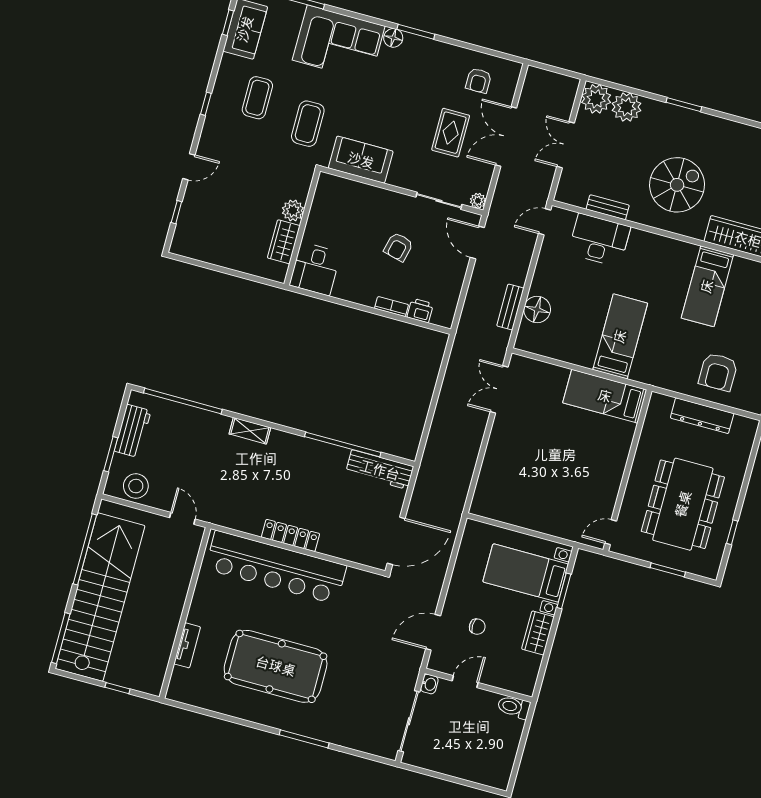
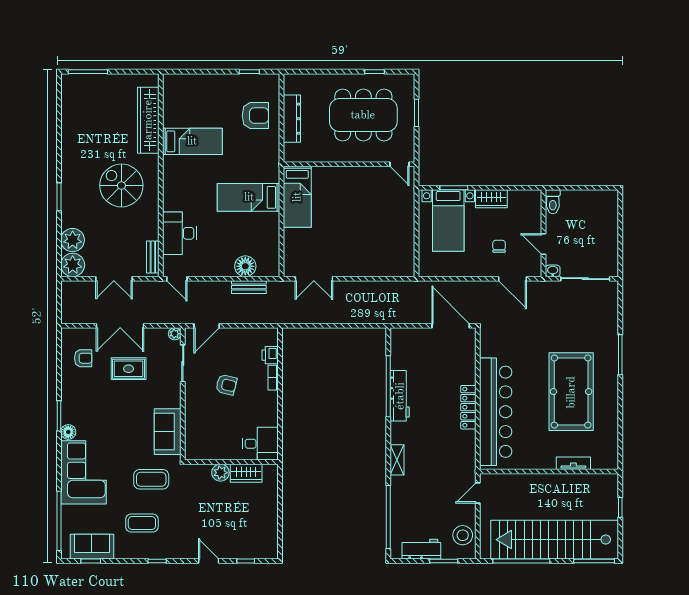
bench: (608, 207) -> (153, 257), moved
workbench: (380, 470) -> (400, 396), moved

